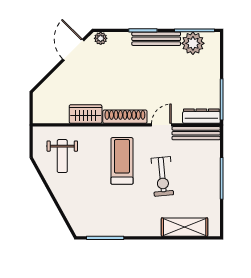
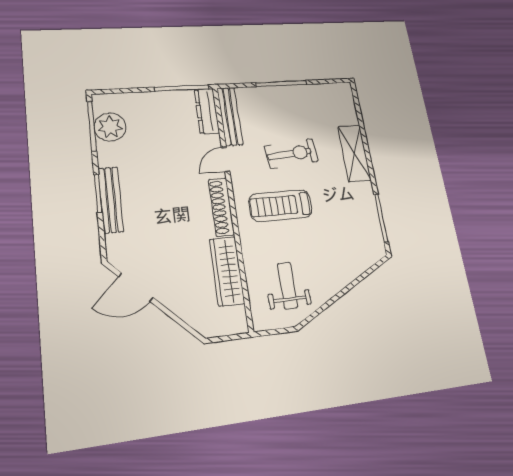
plant: (101, 38) -> (115, 250), removed
bench: (156, 39) -> (111, 200), moved
wardrobe: (86, 114) -> (227, 271), width x1.50
door: (161, 125) -> (226, 159), hinge flipped
weight bench: (62, 156) -> (287, 286), turned -90
shelving: (185, 227) -> (354, 153), moved

